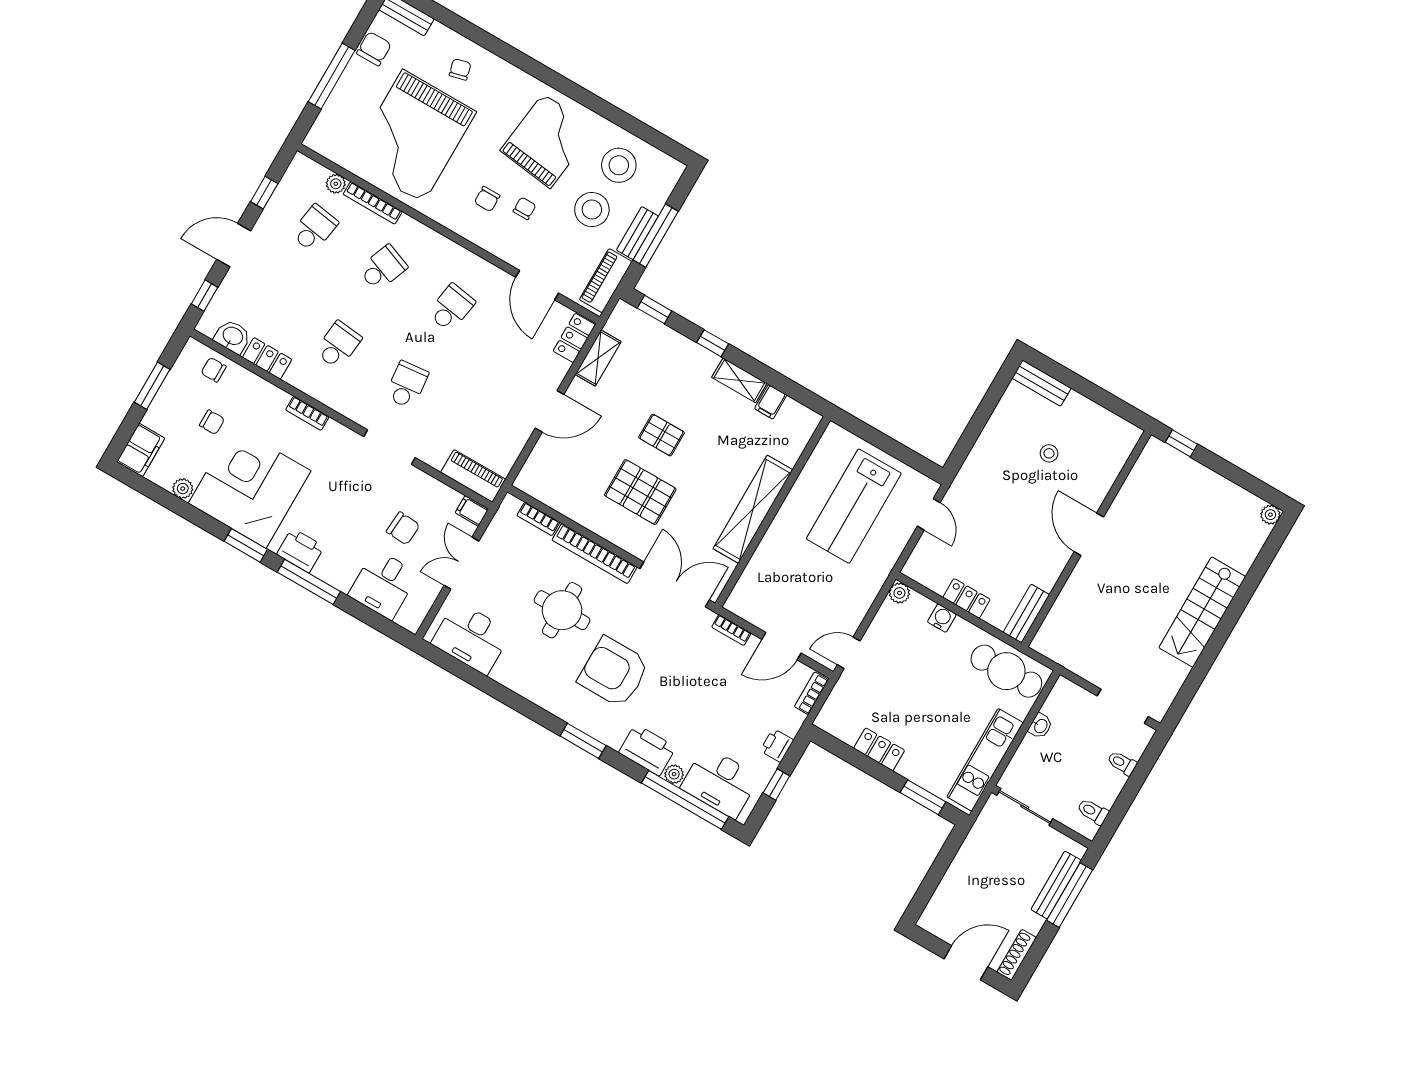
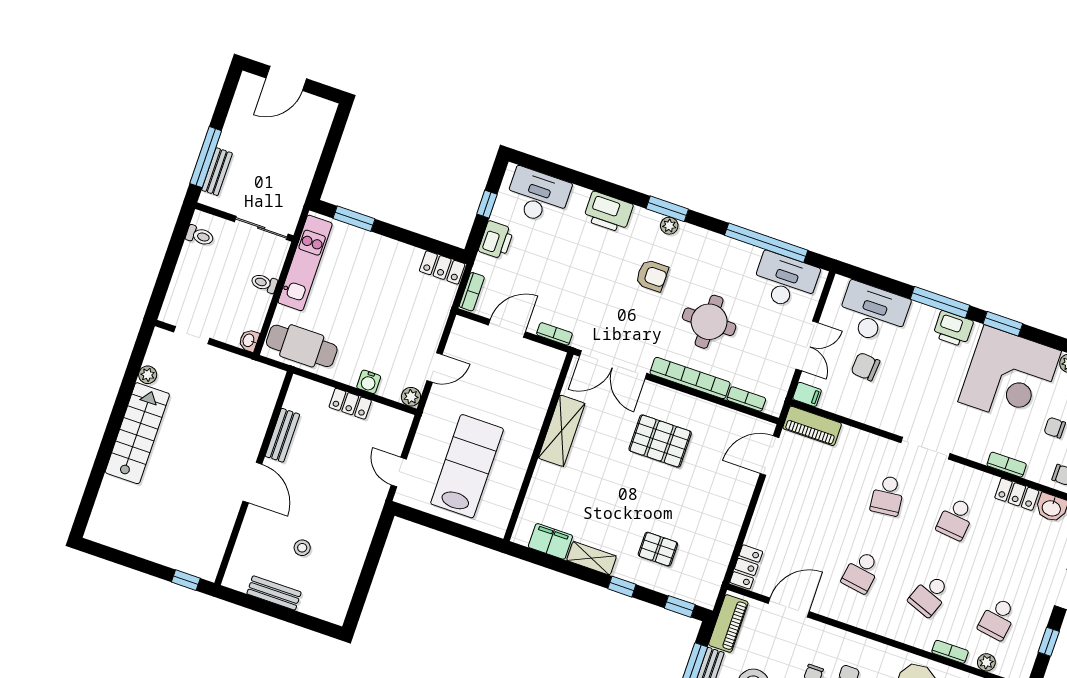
bookcase: (373, 203) -> (950, 652), width x0.64
door: (537, 285) -> (789, 607), hinge flipped
shelving: (598, 358) -> (721, 553), removed
bench: (1042, 383) -> (274, 593), moved
filing cabinet: (771, 402) -> (550, 541), width x2.00
door: (550, 411) -> (770, 456), moved
bookcase: (307, 413) -> (1007, 465), moved
pallet: (662, 435) -> (658, 549), moved
doorway: (389, 447) -> (925, 448), moved
shelving: (753, 509) -> (562, 431), width x0.68
plant: (1270, 515) -> (148, 375), moved
desk: (383, 584) -> (873, 313), width x1.37
bench: (1026, 613) -> (282, 435), moved
door: (849, 653) -> (434, 367), moved
armchair: (614, 672) -> (652, 276), width x0.53, depth x0.53
doorway: (1123, 706) -> (192, 335), width x0.73
washbasin: (1040, 726) -> (249, 340), moved
printer: (777, 745) -> (496, 240), width x1.36, depth x1.24
locker: (879, 749) -> (442, 268), moved
toilet: (1122, 763) -> (264, 283), moved, turned 180
plant: (674, 774) -> (669, 226), moved
window: (685, 800) -> (766, 243), moved
bench: (1056, 885) -> (217, 172), width x0.73
shoe rack: (1017, 955) -> (242, 94), removed

